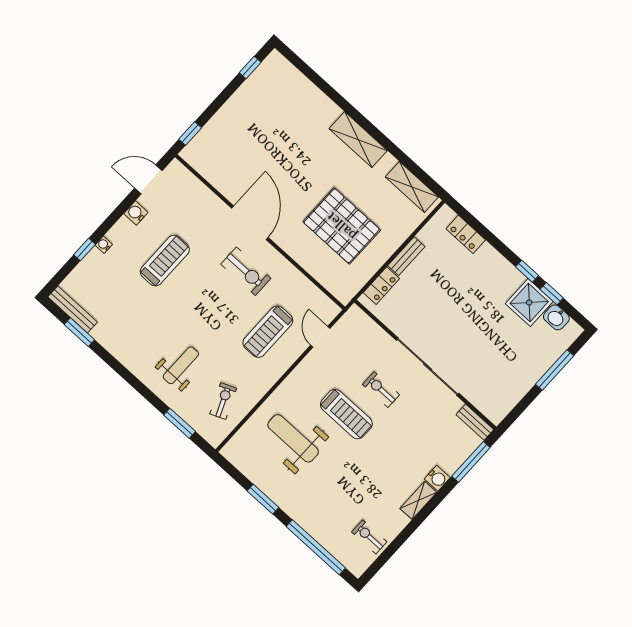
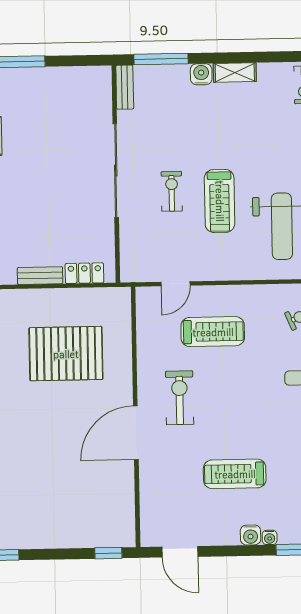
water cooler: (136, 213) -> (251, 535), moved
pallet: (342, 226) -> (66, 354), turned 90
exercise bike: (381, 390) -> (172, 191), turned 180
treadmill: (346, 414) -> (220, 201), turned 180

